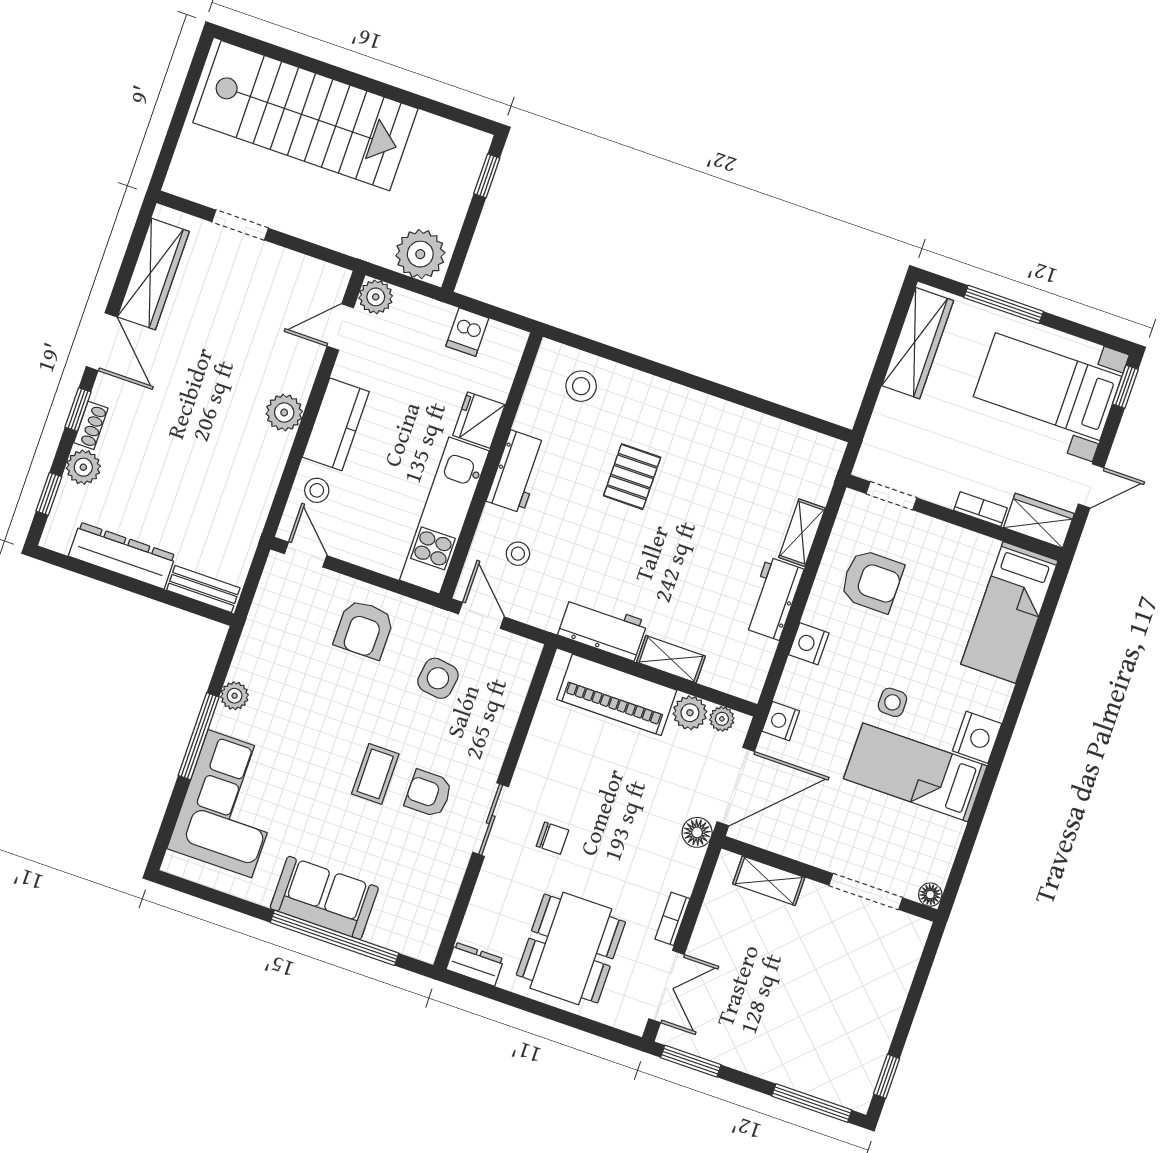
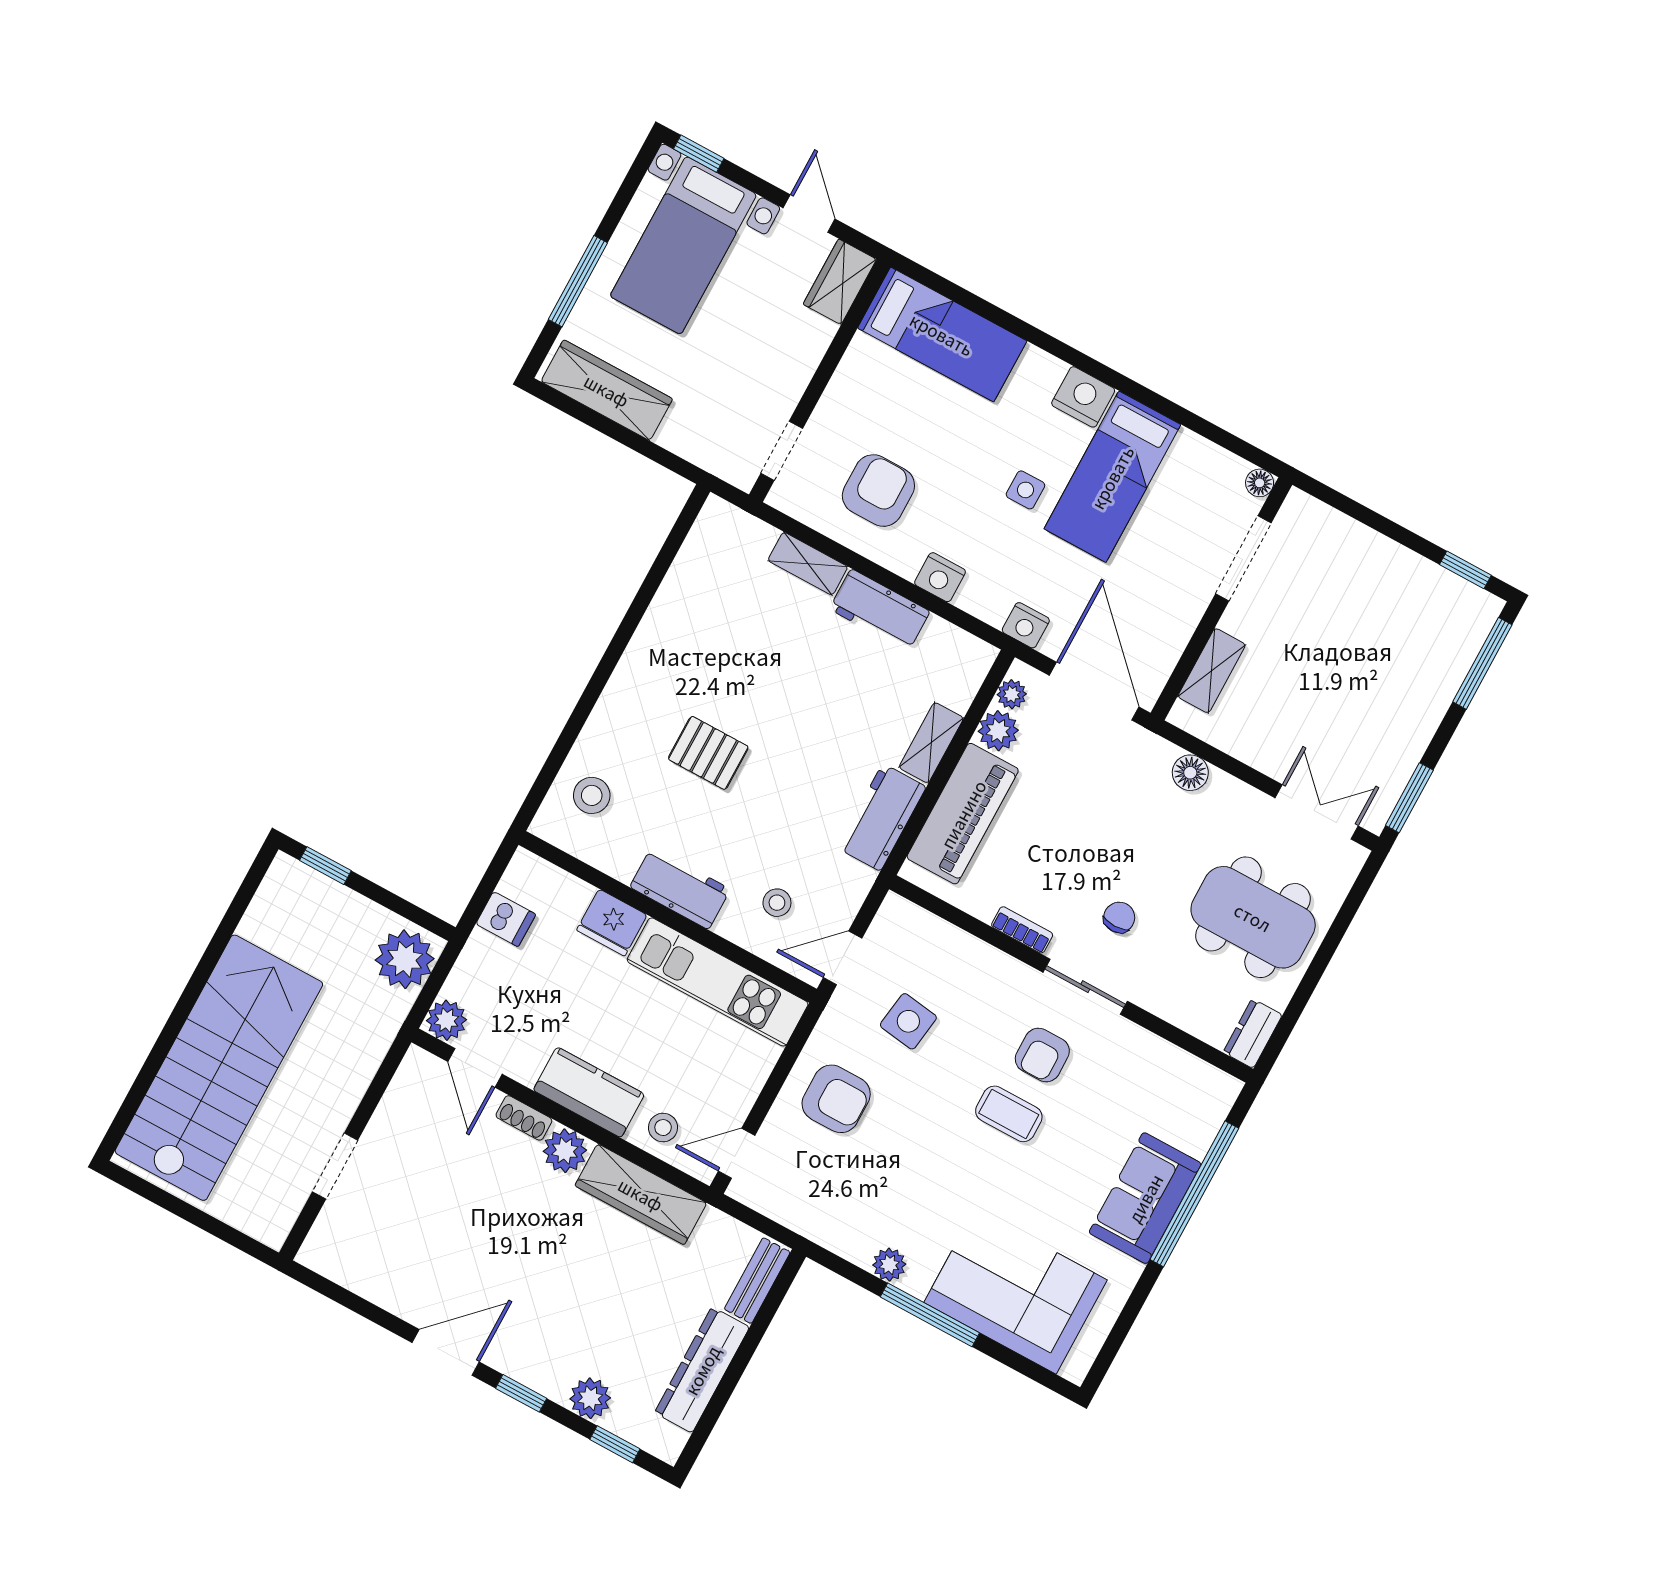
wardrobe: (153, 274) -> (641, 1194), moved, turned 180
shoe rack: (91, 425) -> (524, 1118), moved, turned 180
bookcase: (980, 509) -> (815, 348), removed
floor lamp: (697, 832) -> (1190, 773), moved
bookcase: (672, 919) -> (1022, 930), moved, turned 180

